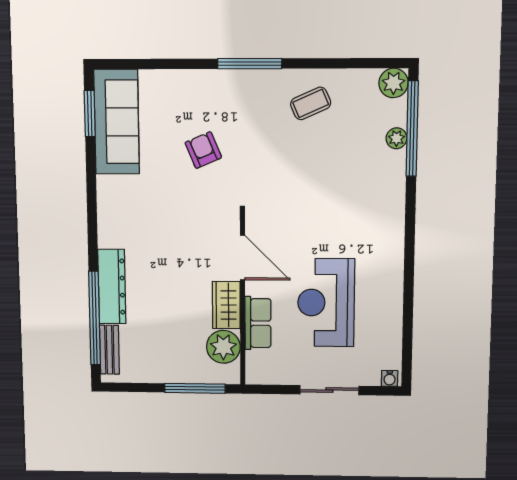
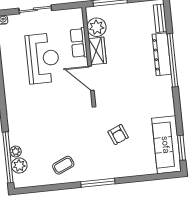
plant: (394, 83) -> (19, 165), moved
window: (95, 318) -> (172, 60), moved

